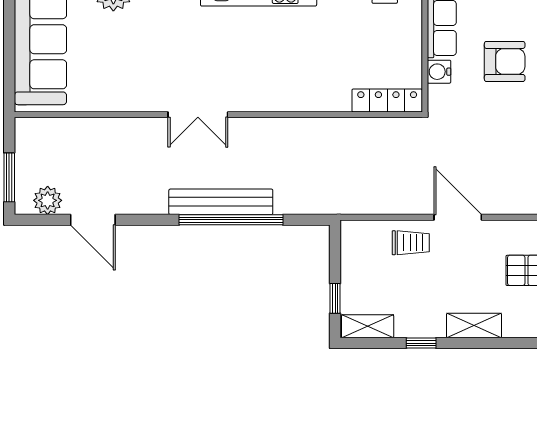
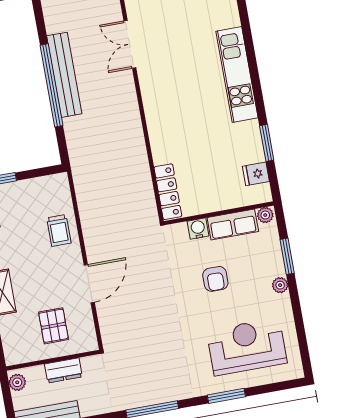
armchair: (505, 61) -> (215, 279), width x0.72, depth x0.72
door: (458, 217) -> (89, 284), moved

